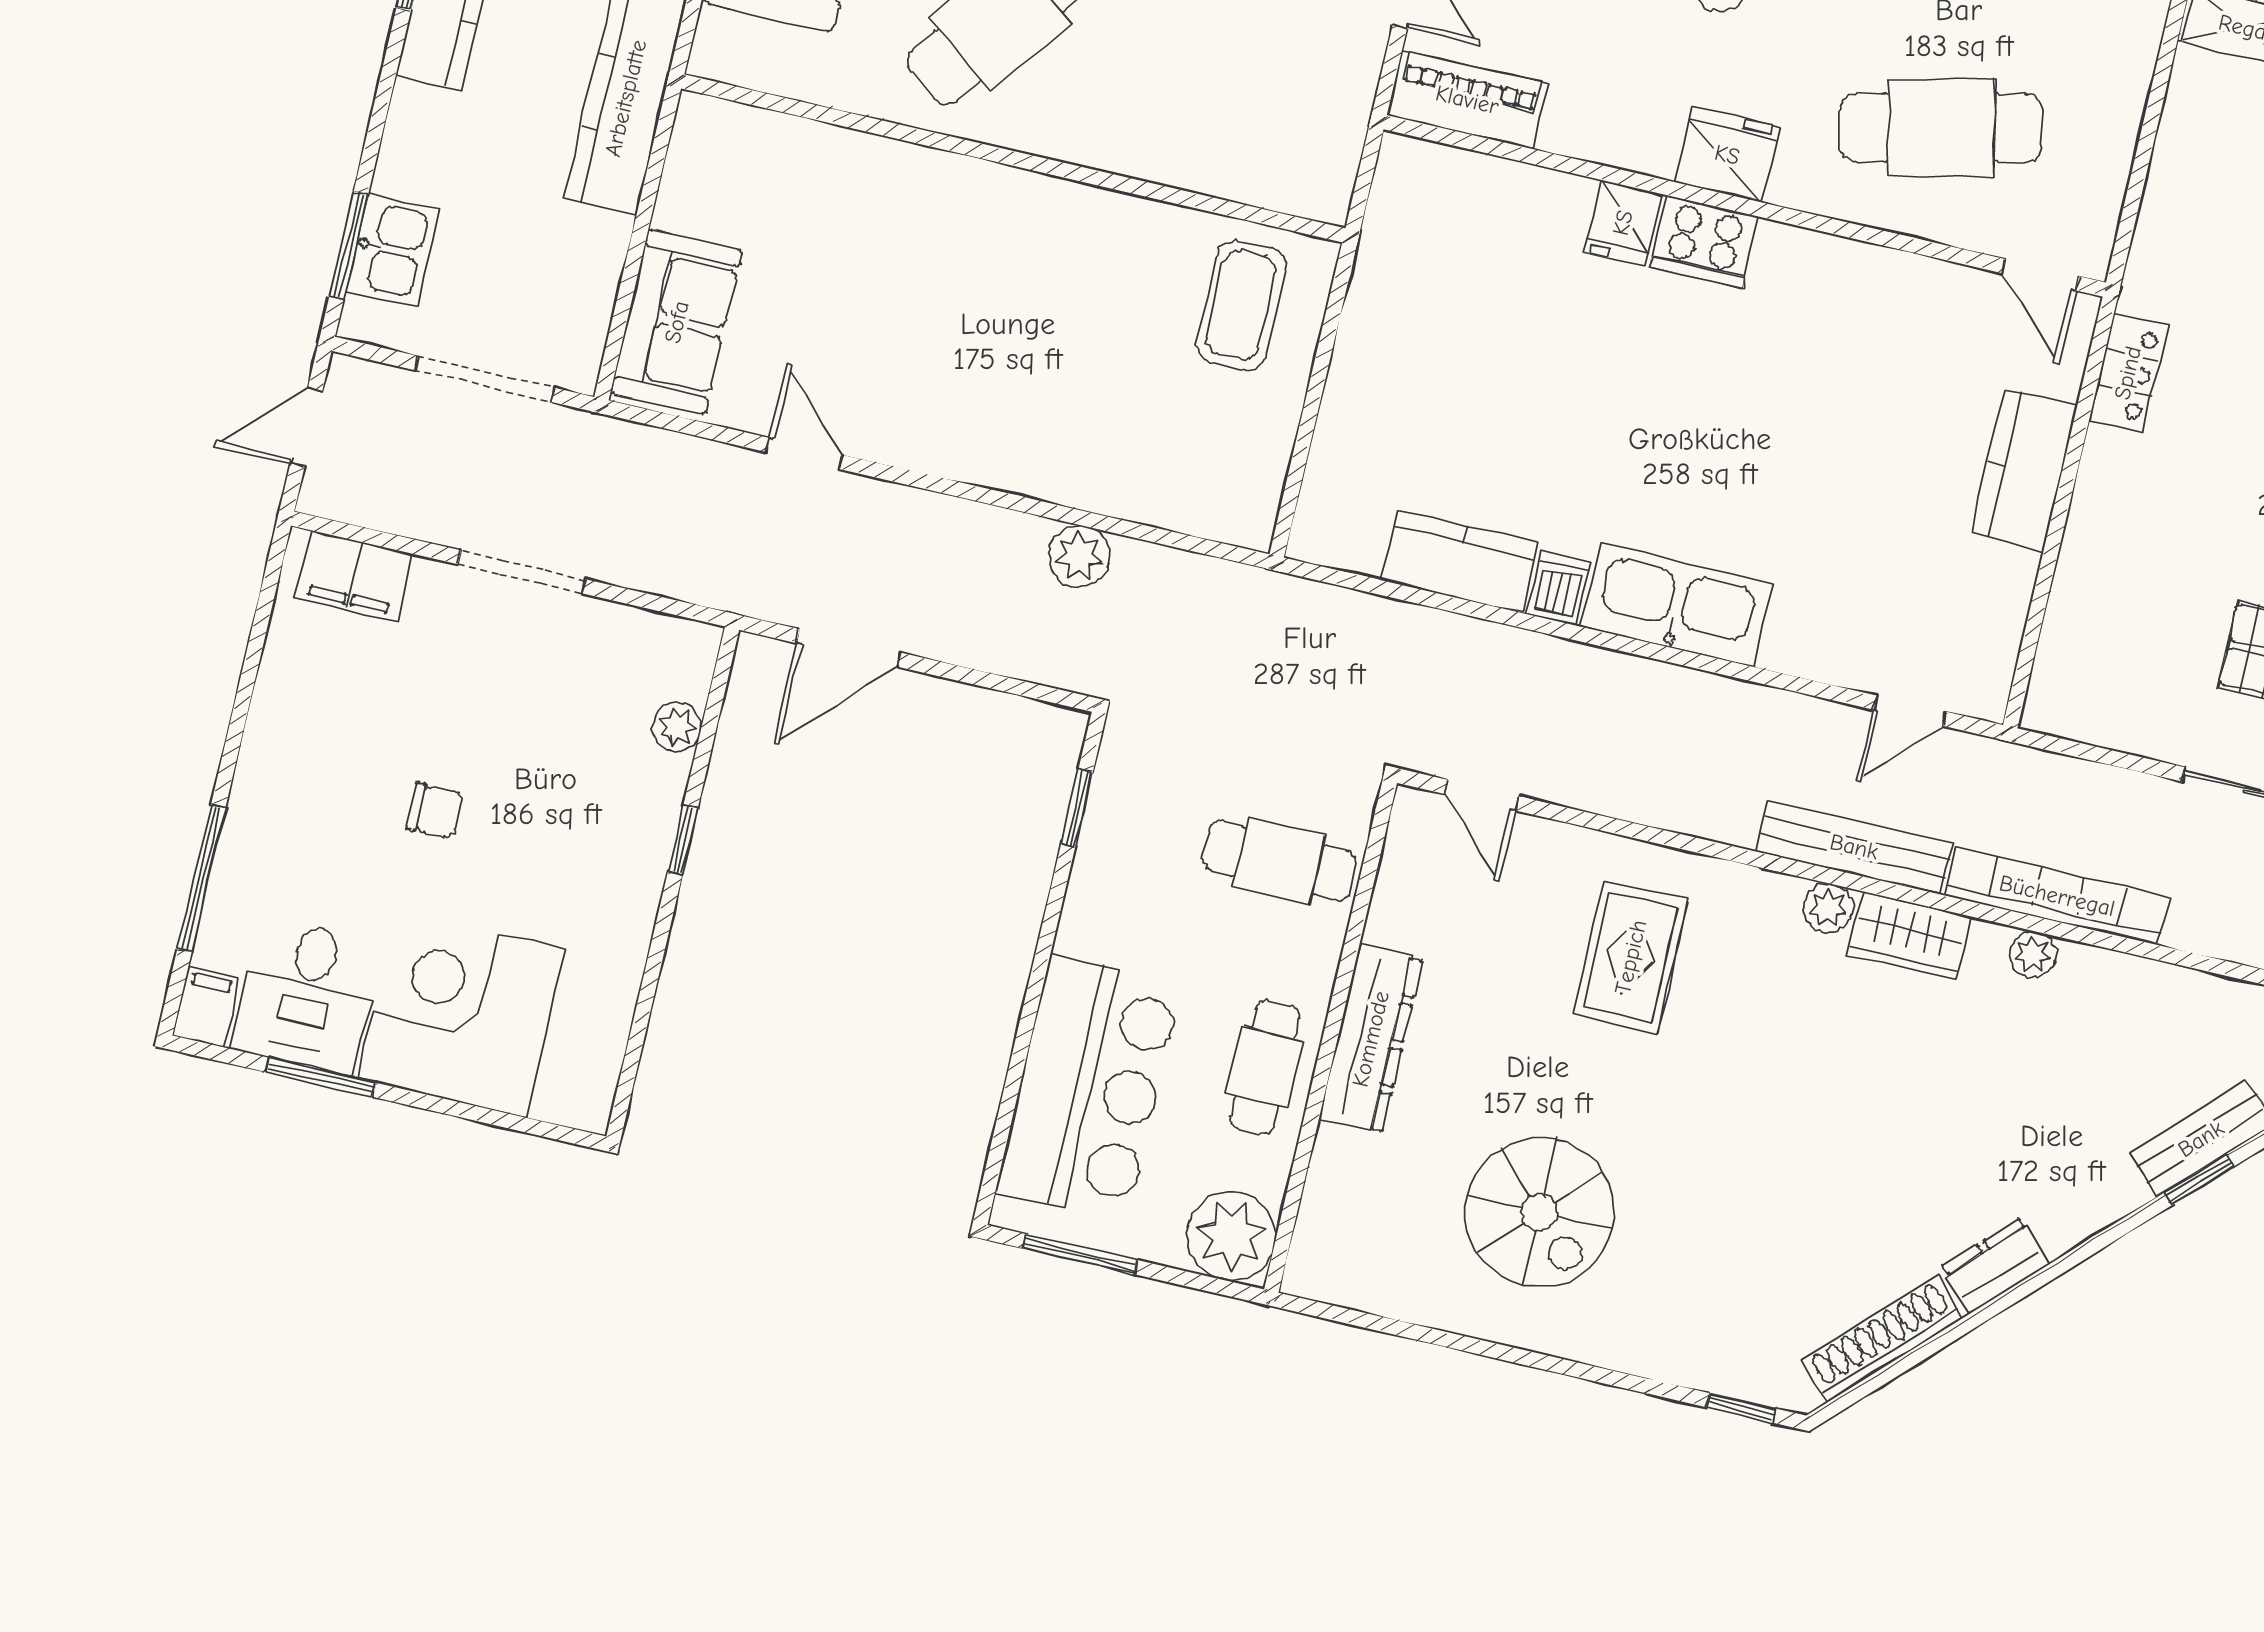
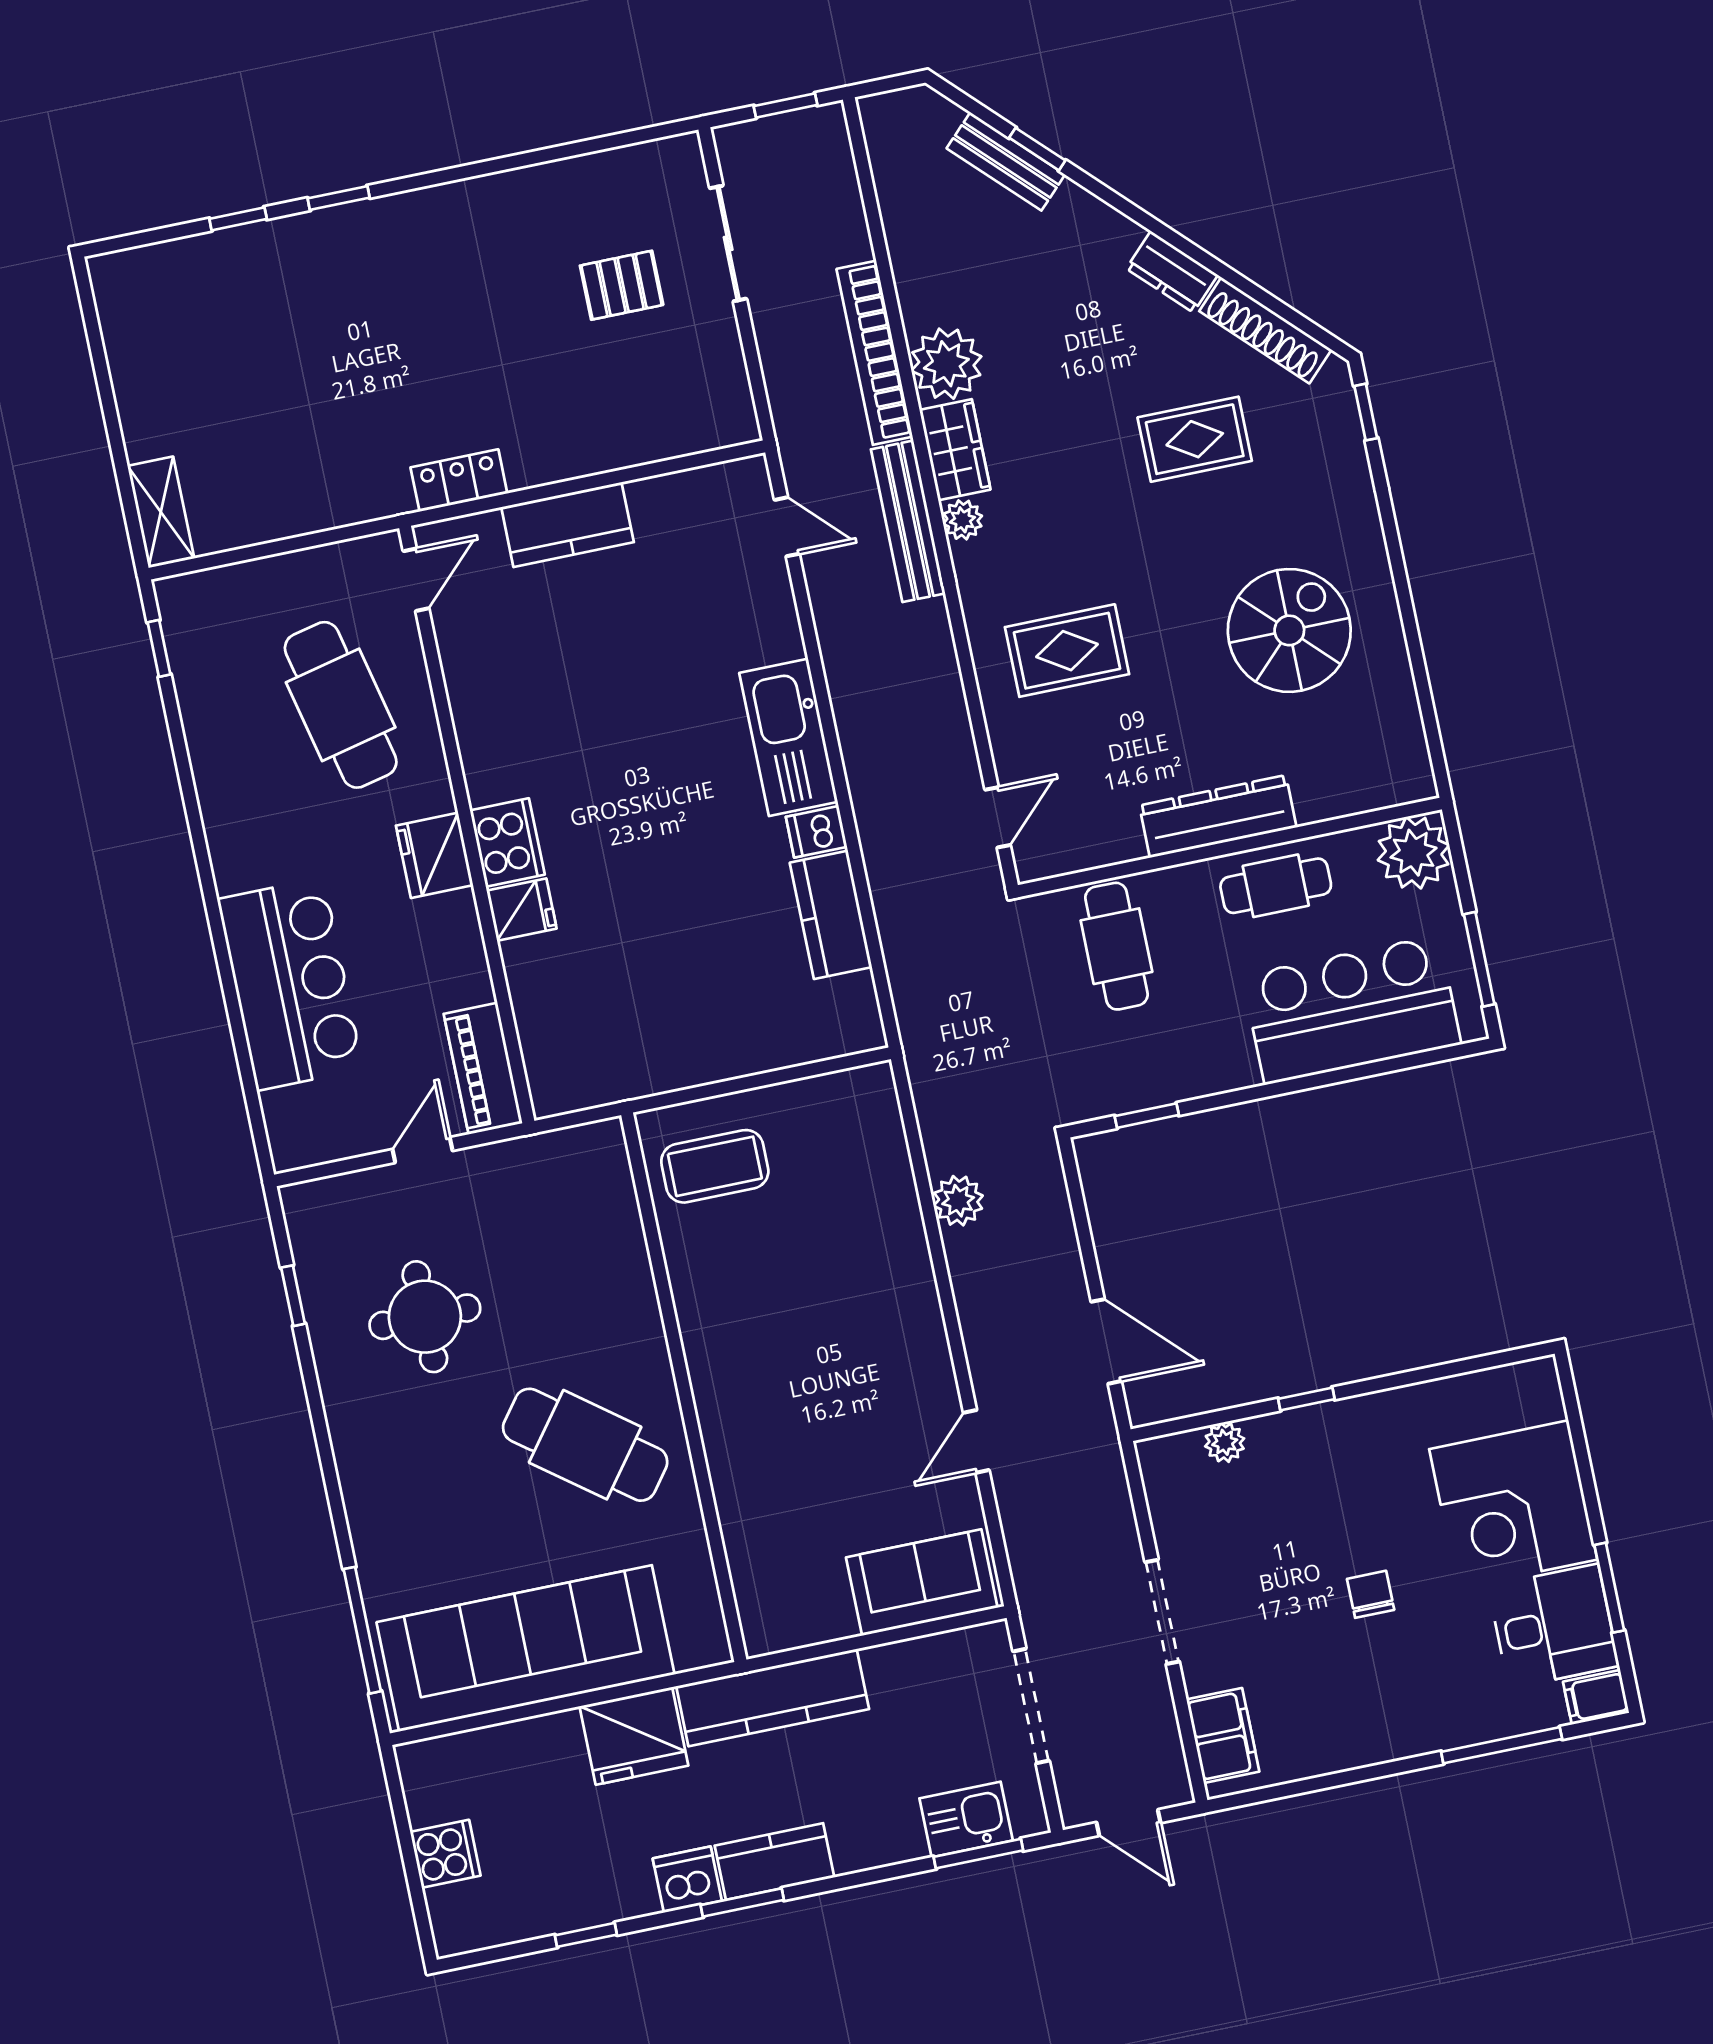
plant: (2033, 955) -> (946, 364), width x1.88, depth x1.88
rug: (1799, 1205) -> (1195, 439), added

